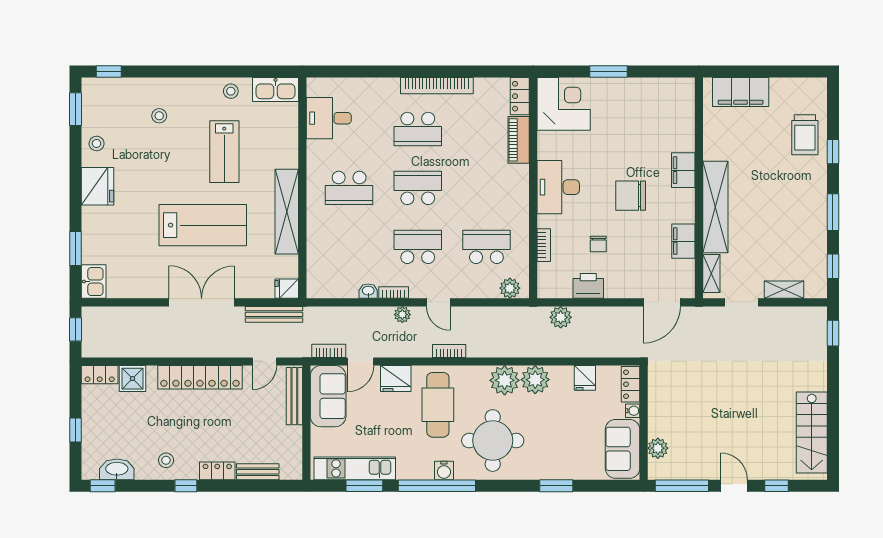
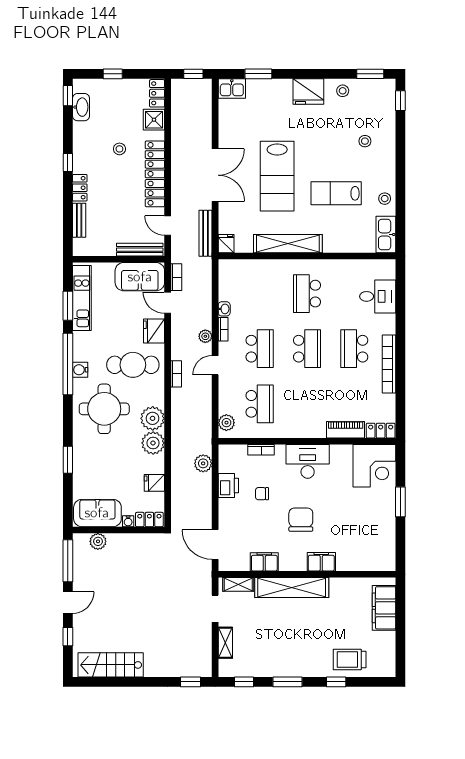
desk: (329, 118) -> (378, 296), moved, turned 90
stool: (166, 460) -> (119, 149), moved

